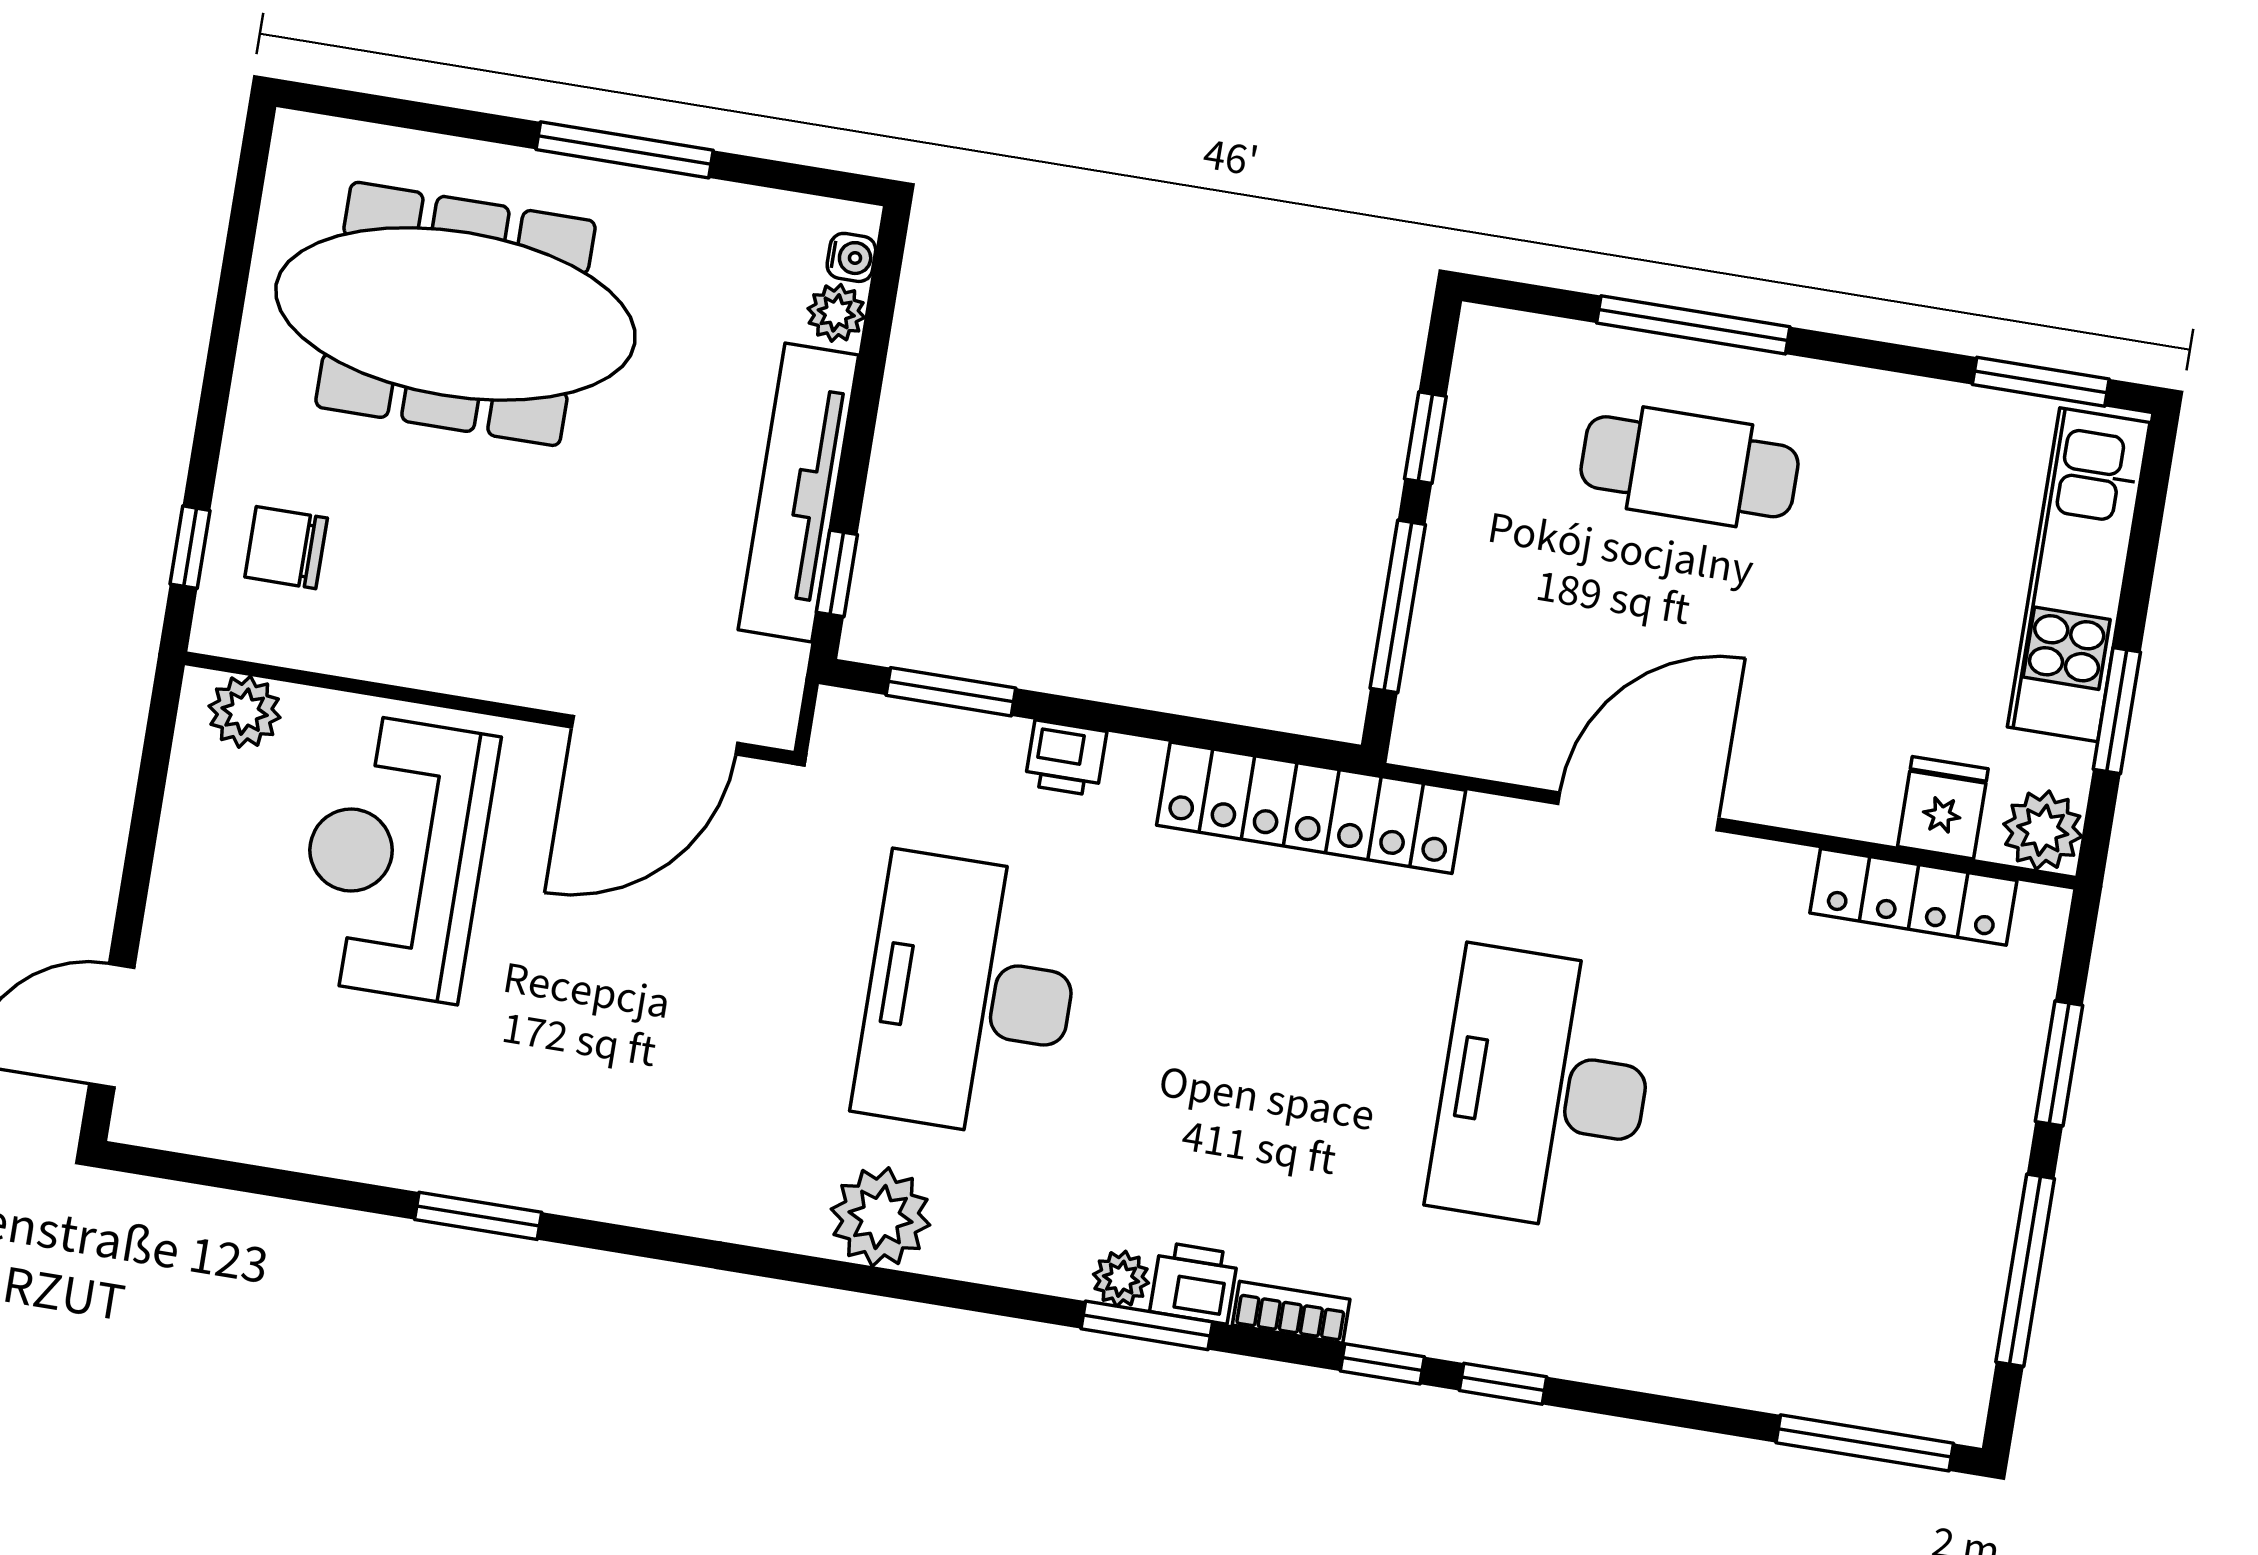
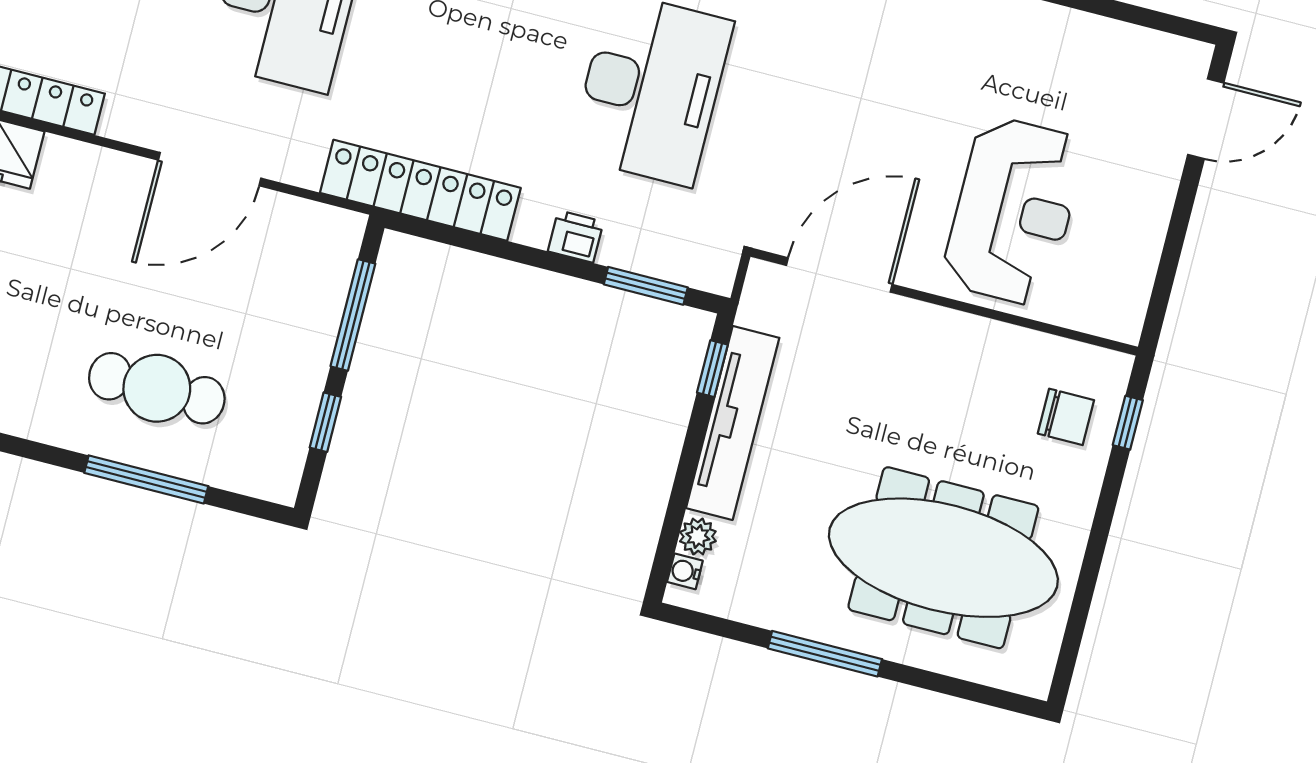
plant: (245, 712) -> (1102, 314), removed

